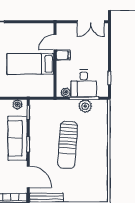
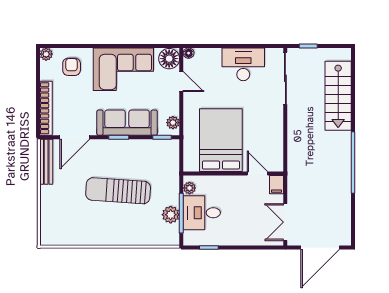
filing cabinet: (63, 55) -> (276, 185), moved
bed: (30, 64) -> (221, 140), width x1.50

